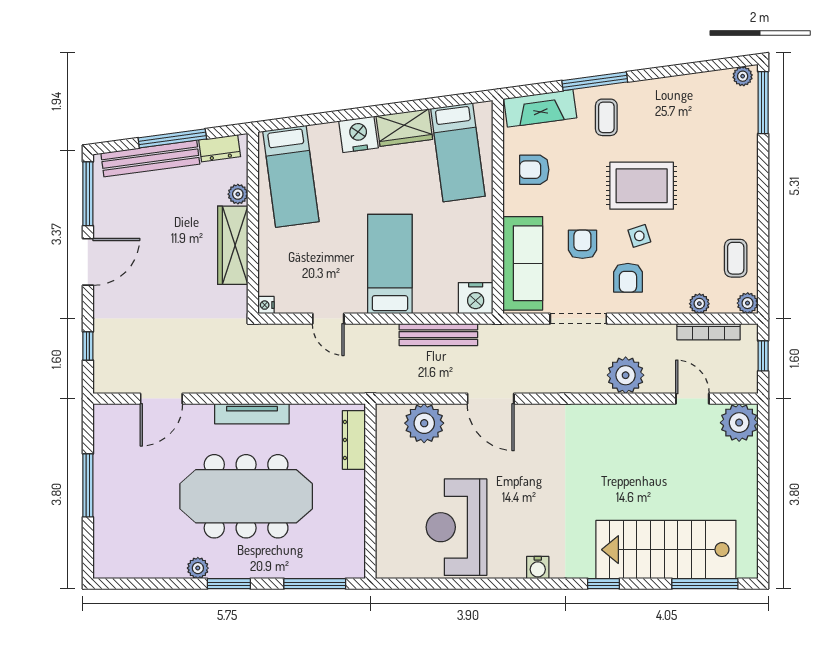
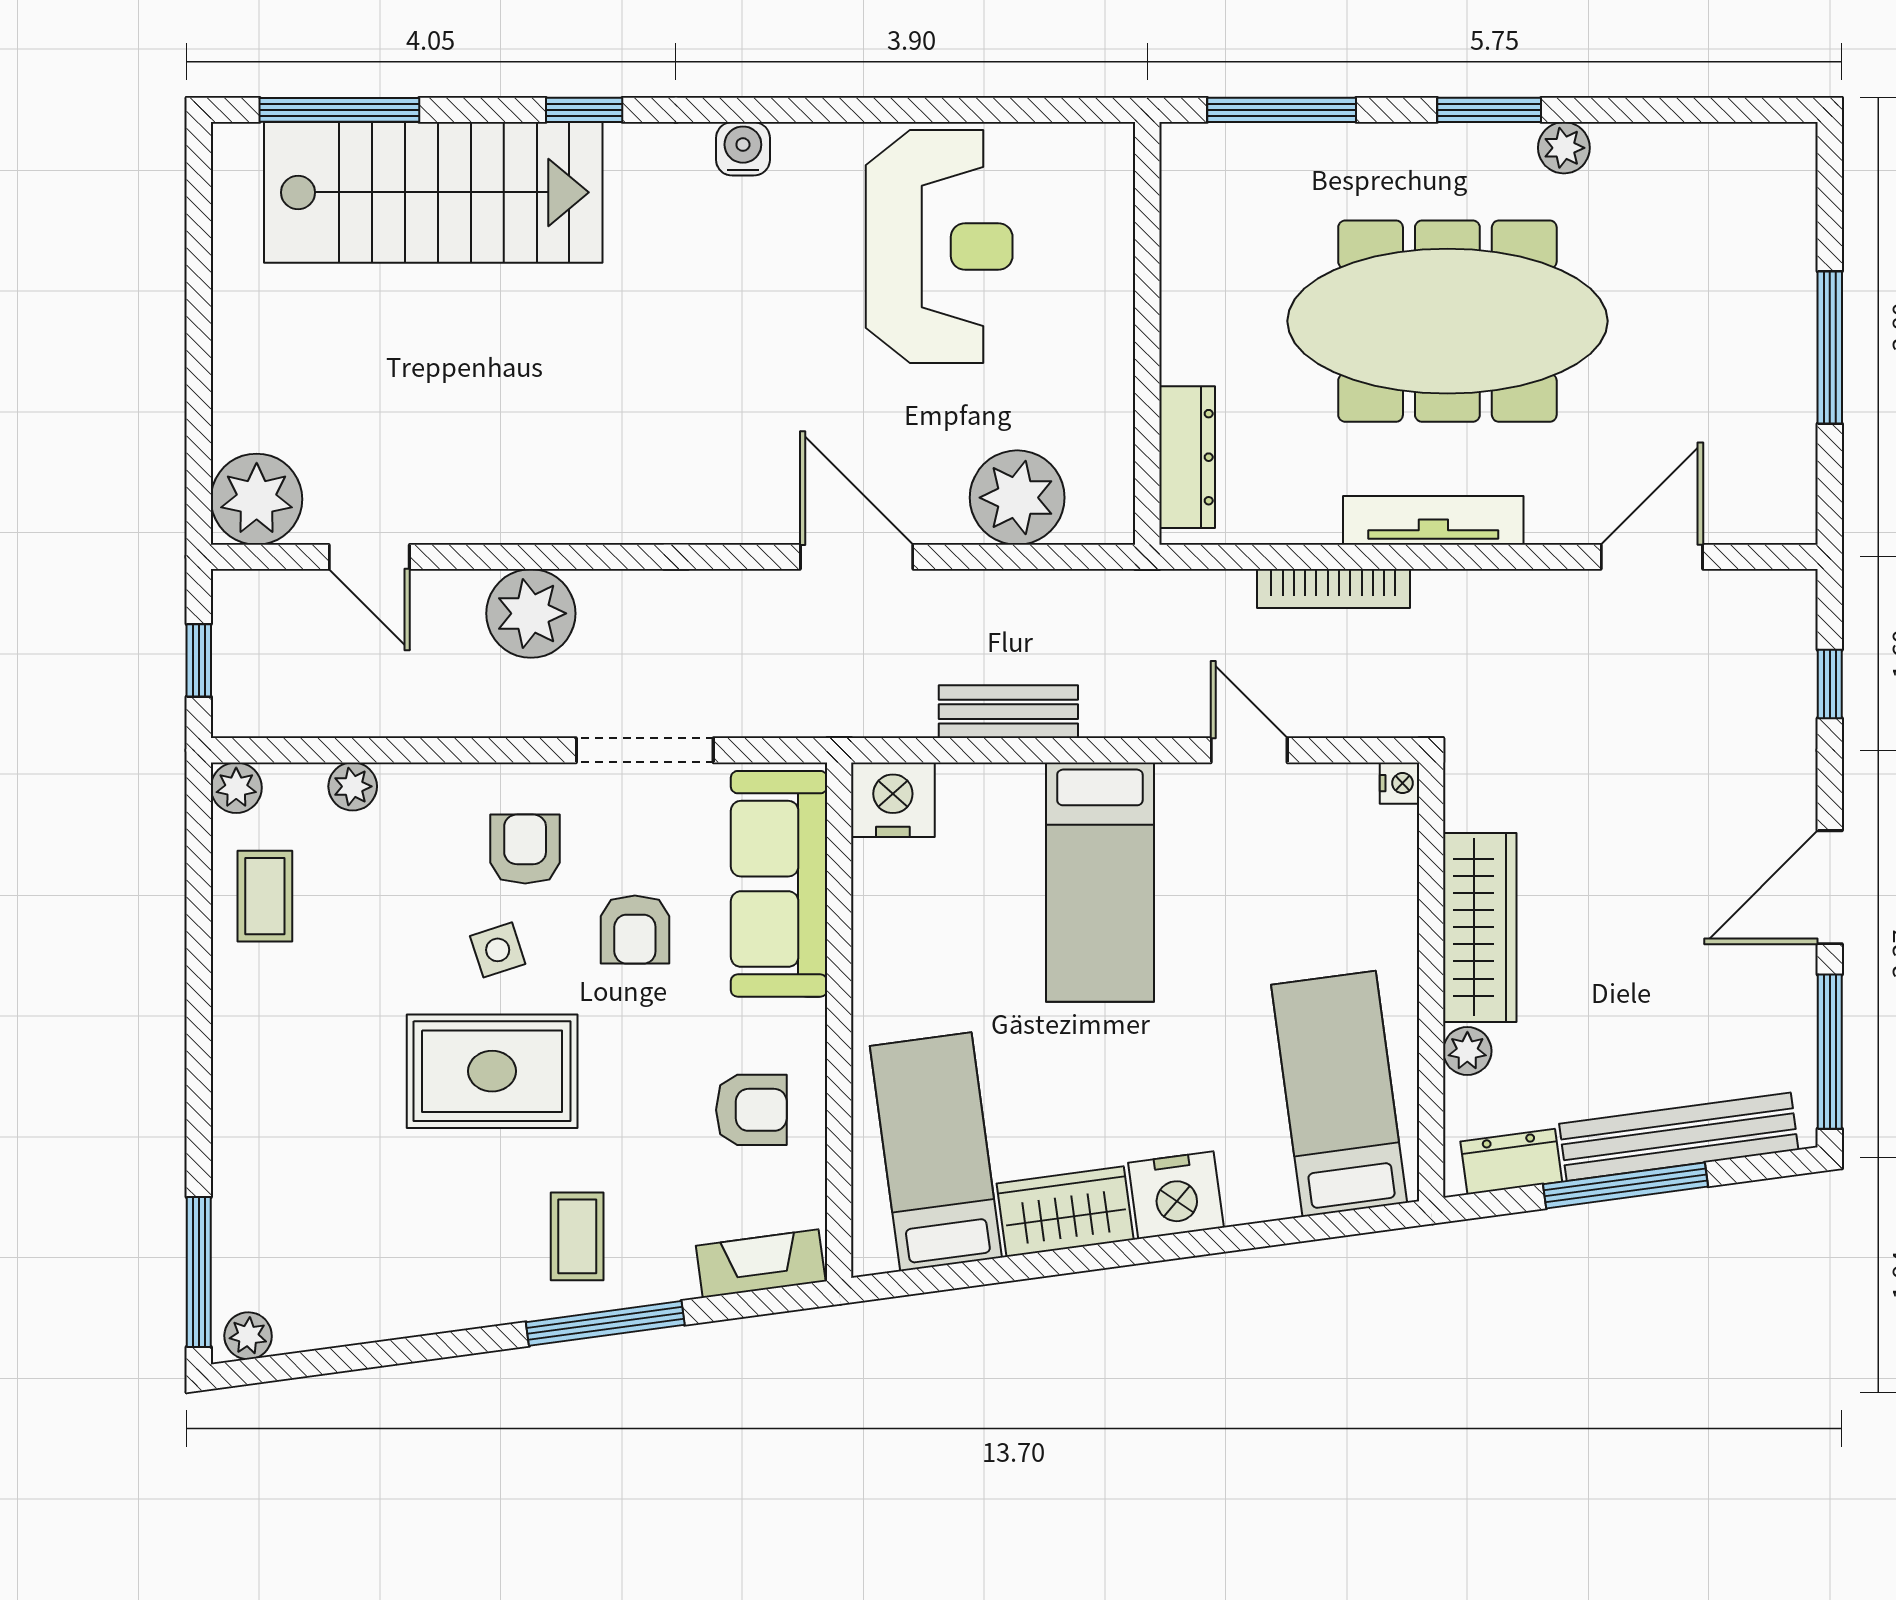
fireplace: (540, 108) -> (761, 1264), width x0.73, depth x0.76
bookcase: (709, 332) -> (1333, 589), moved, turned 180
bench: (438, 335) -> (1008, 712), width x0.73

